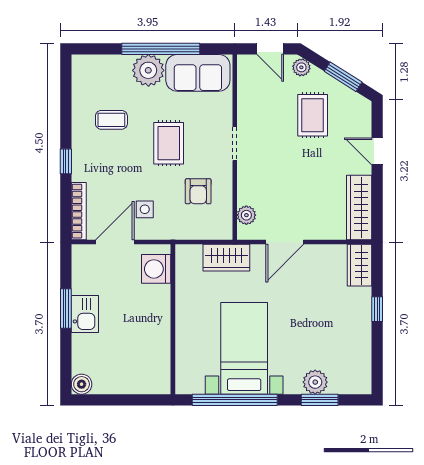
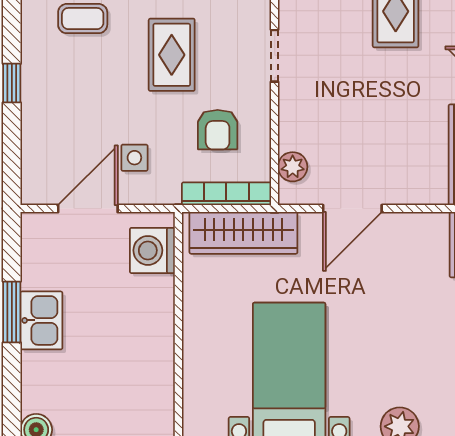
bookcase: (79, 211) -> (226, 194), moved, turned -90
wardrobe: (226, 258) -> (243, 233), width x1.50

